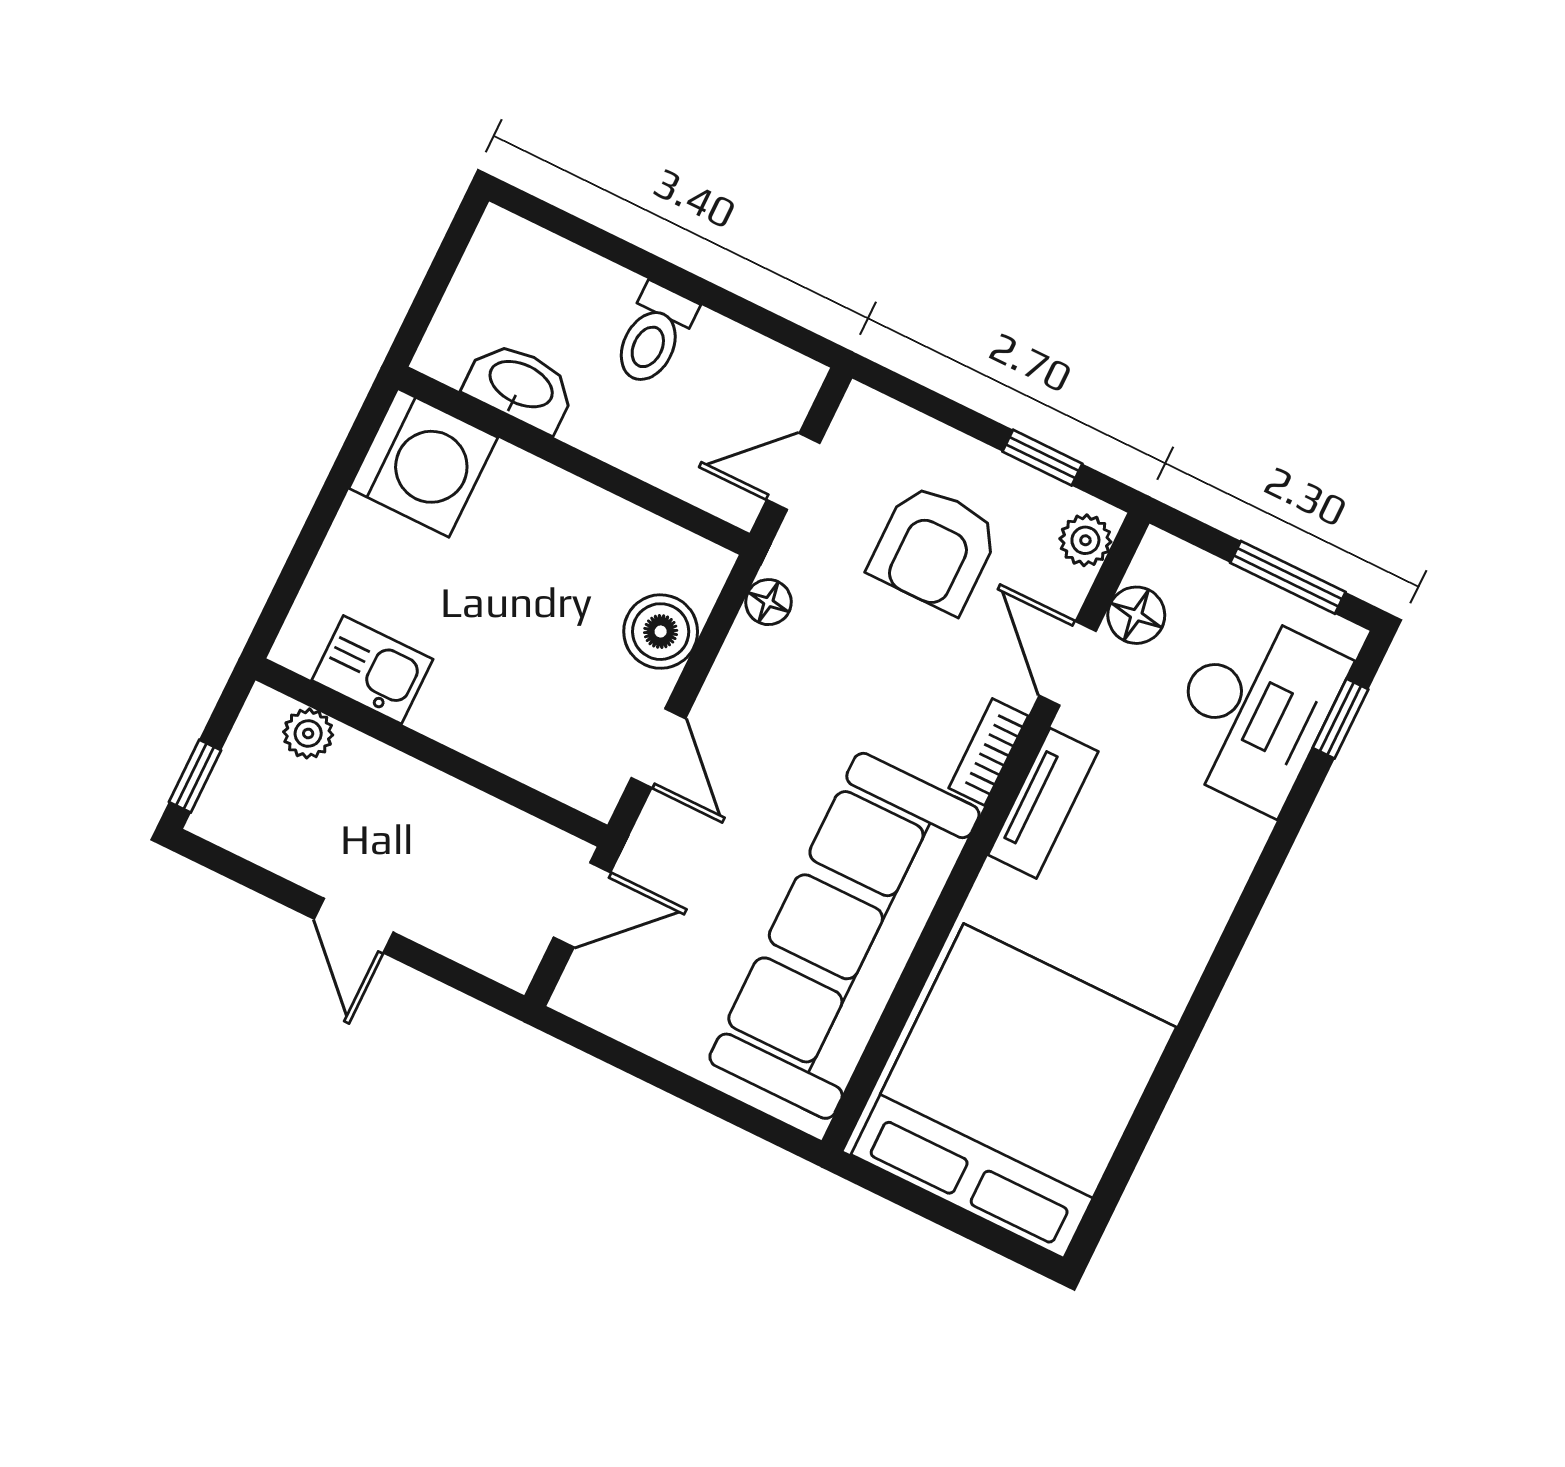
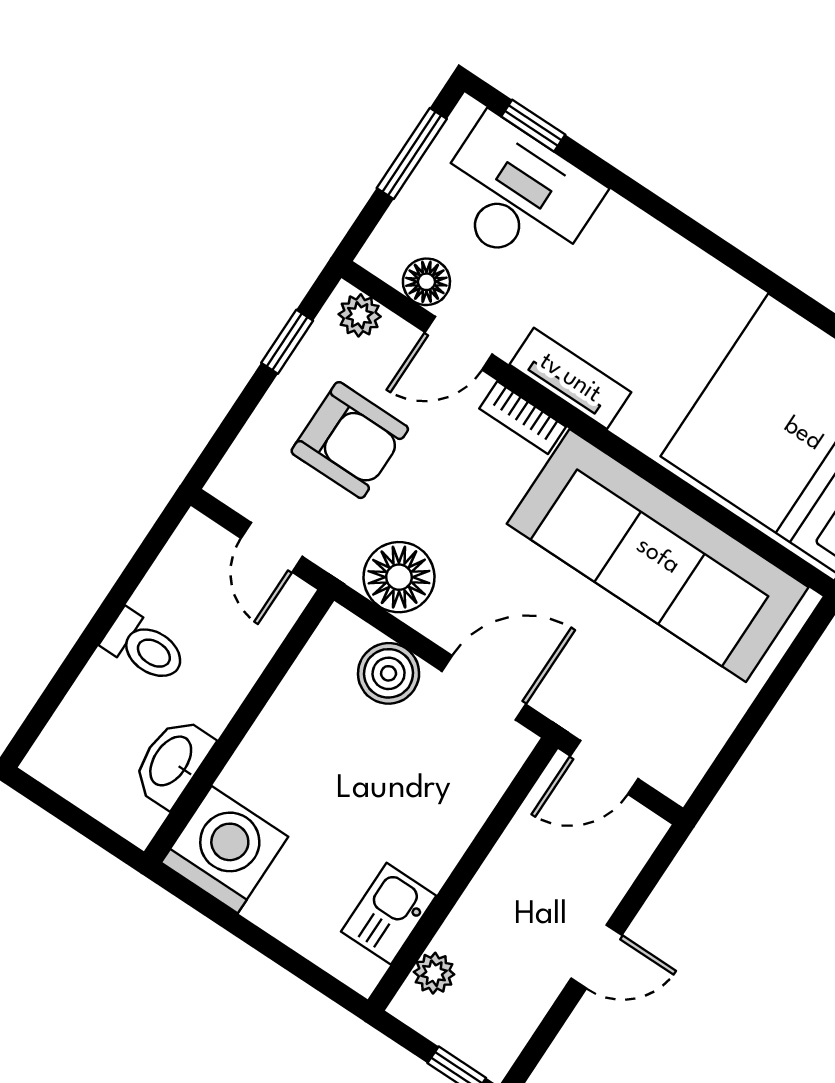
floor lamp: (768, 602) -> (399, 577), width x1.89, depth x1.89
door: (658, 748) -> (484, 688), width x1.38
door: (582, 905) -> (604, 767), swing flipped

